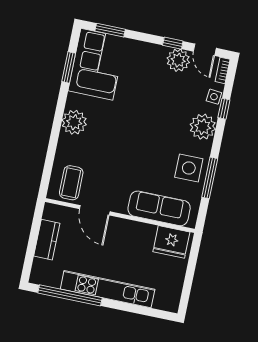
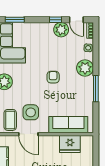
window: (224, 109) -> (96, 54), removed
armchair: (151, 131) -> (53, 77), added
side table: (189, 168) -> (31, 112), moved
window: (210, 178) -> (96, 89), moved
fridge: (171, 242) -> (70, 144), moved

